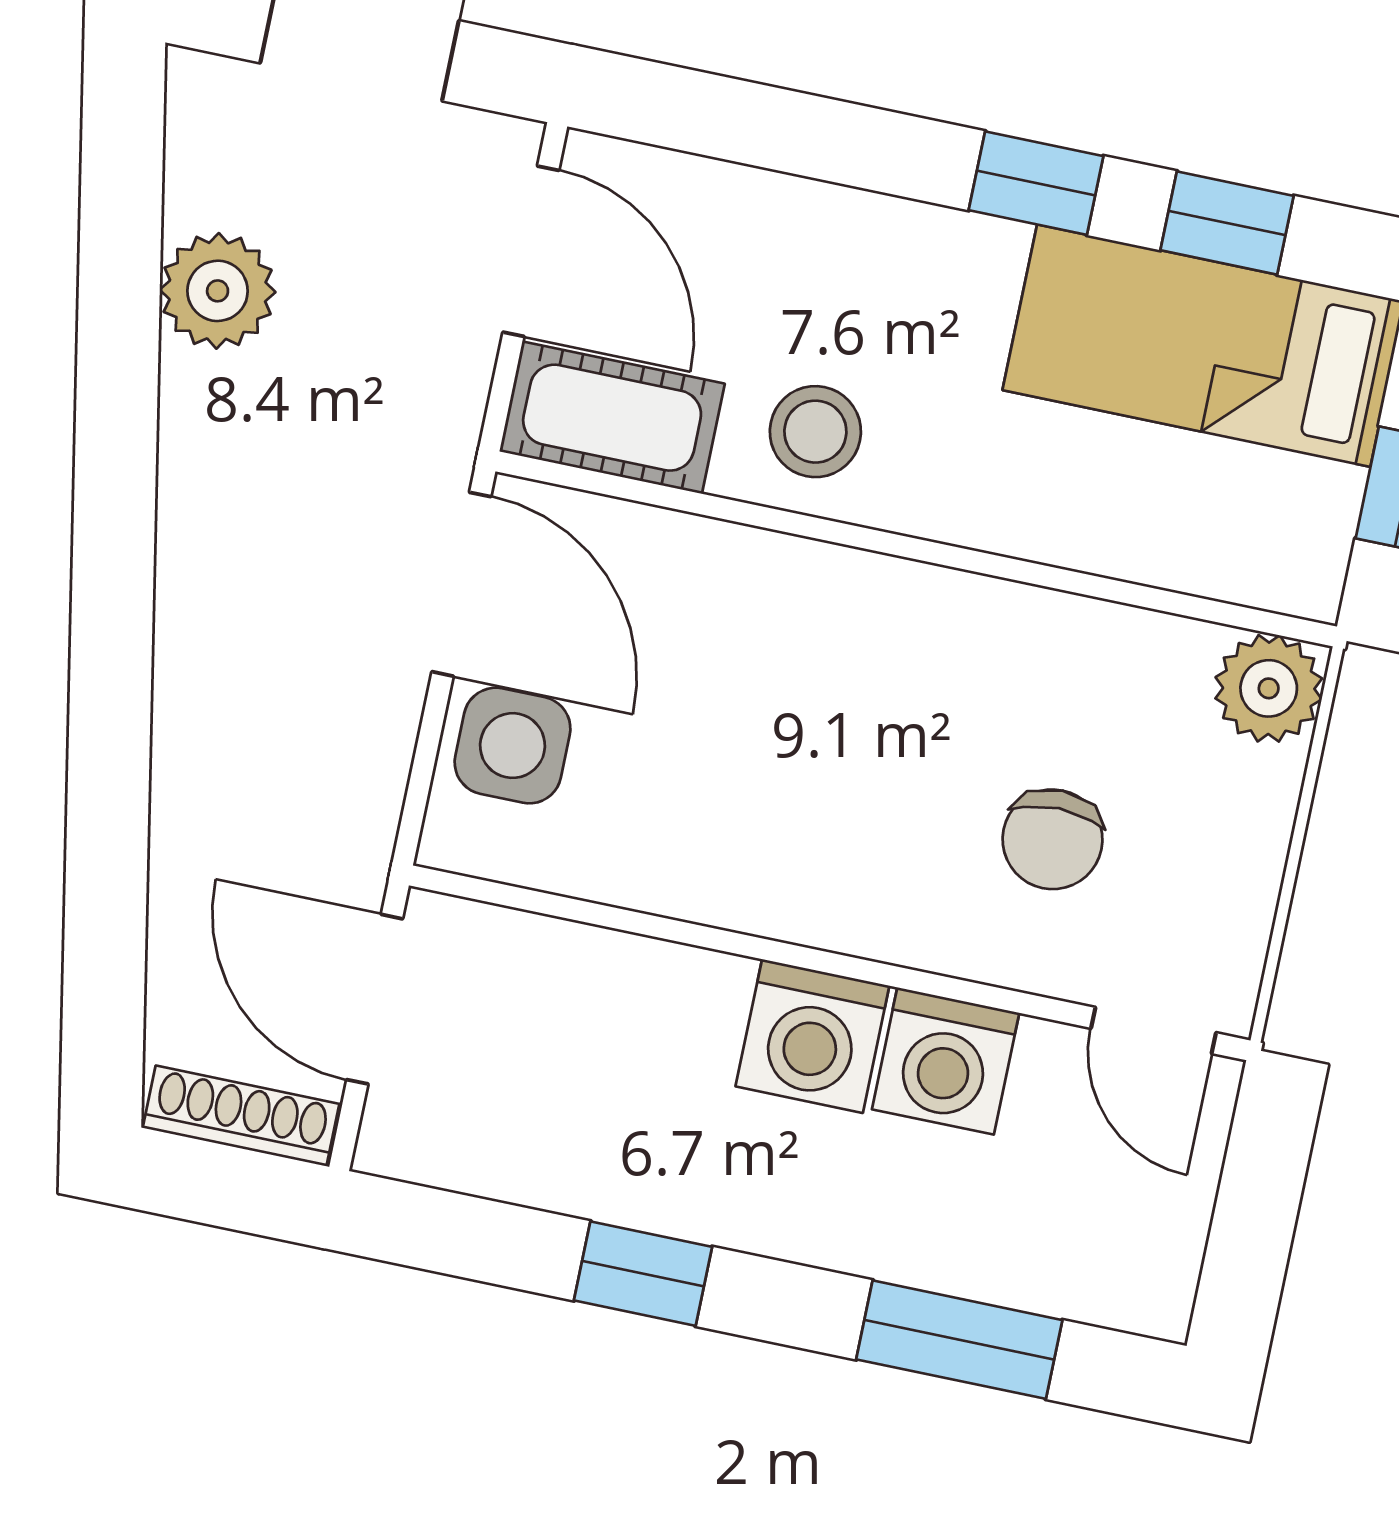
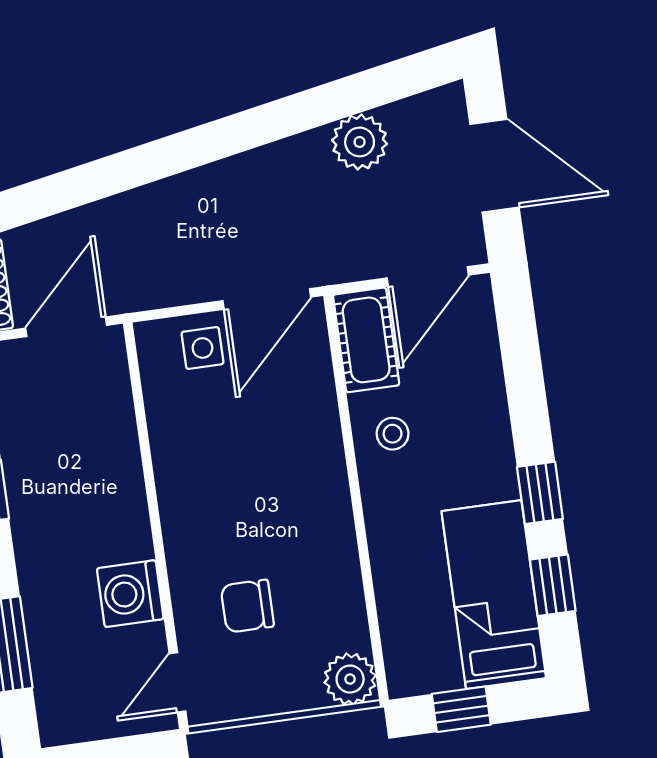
stool: (815, 432) -> (393, 434), width x0.73, depth x0.73
side table: (513, 746) -> (202, 348), width x0.73, depth x0.73
washing machine: (812, 1036) -> (120, 530), removed

